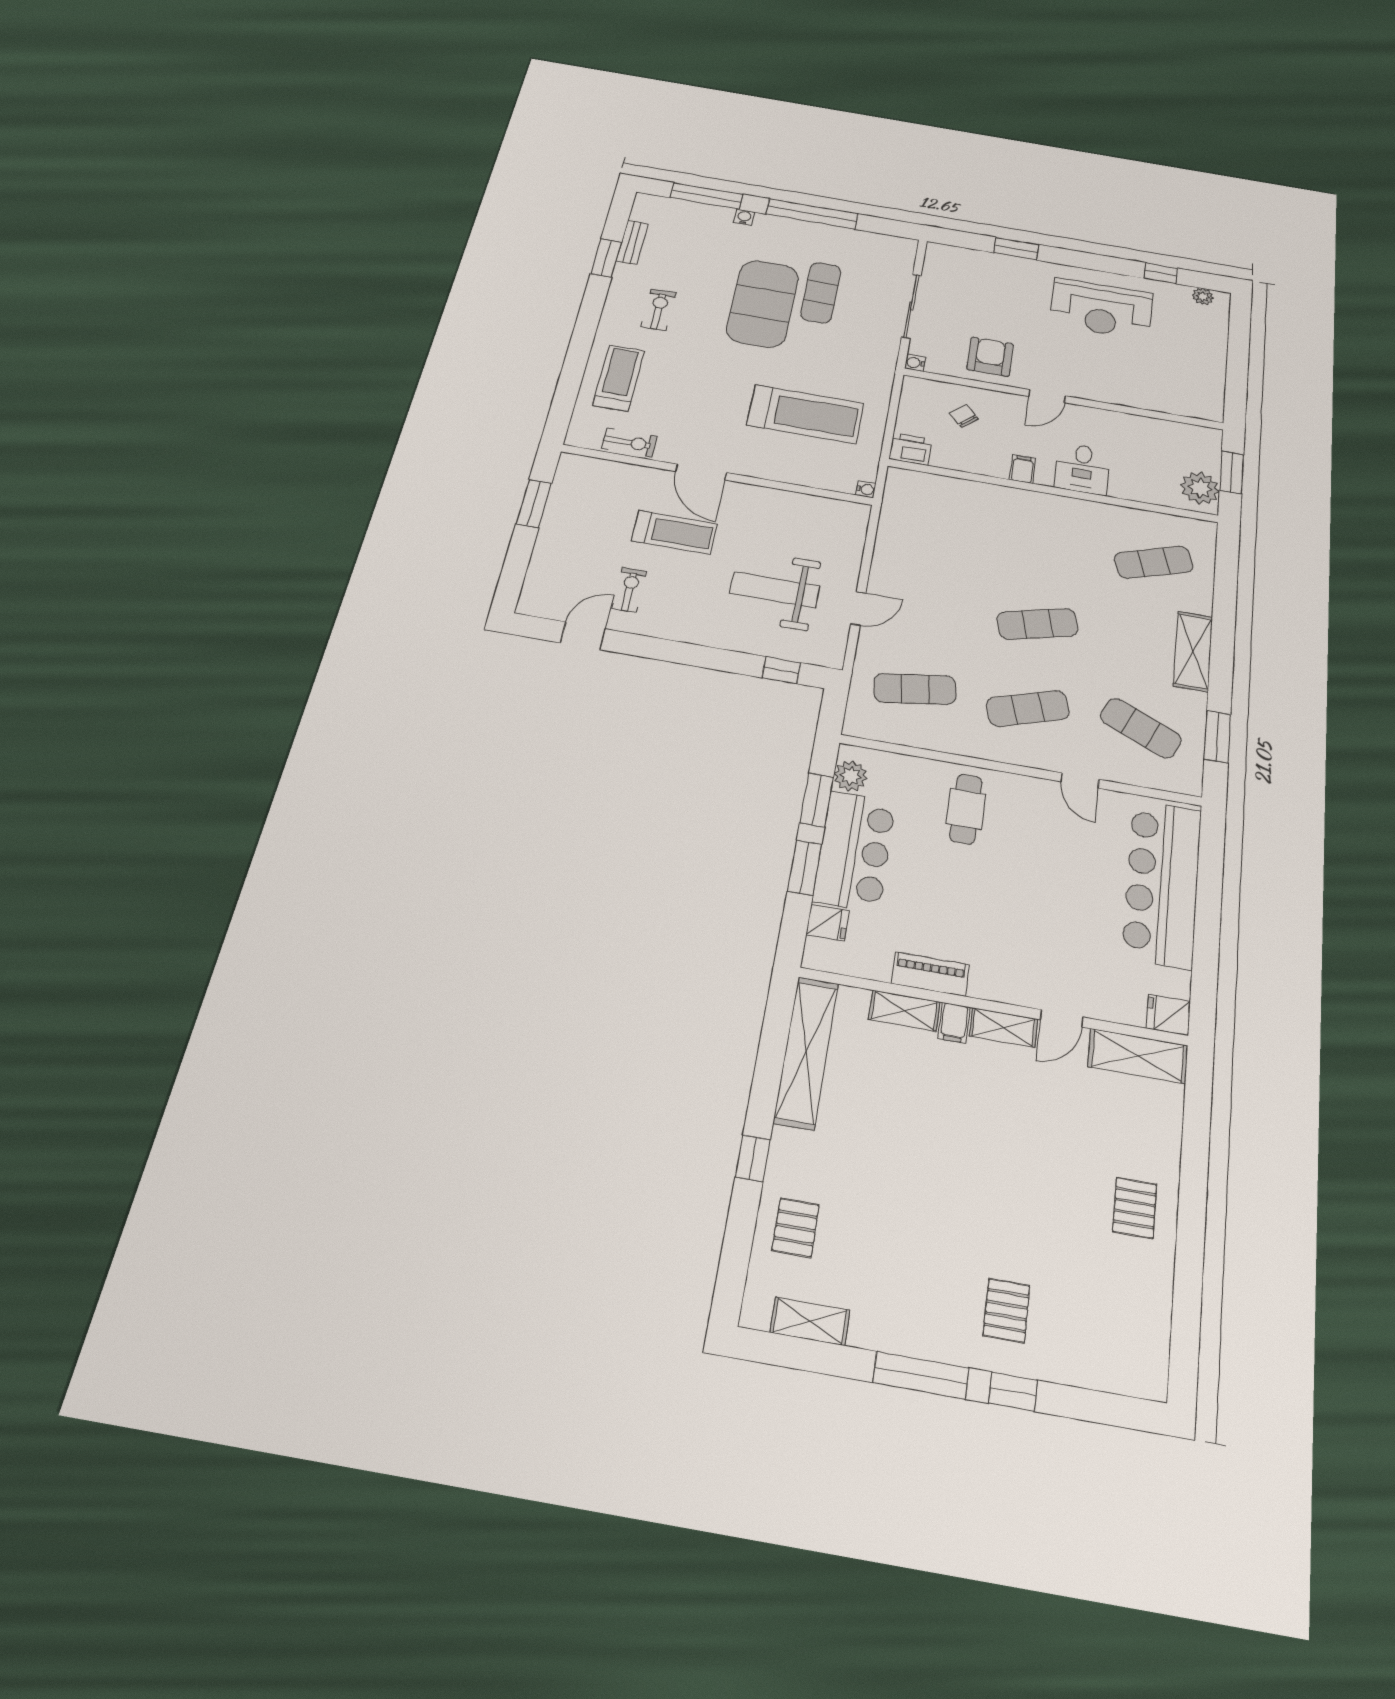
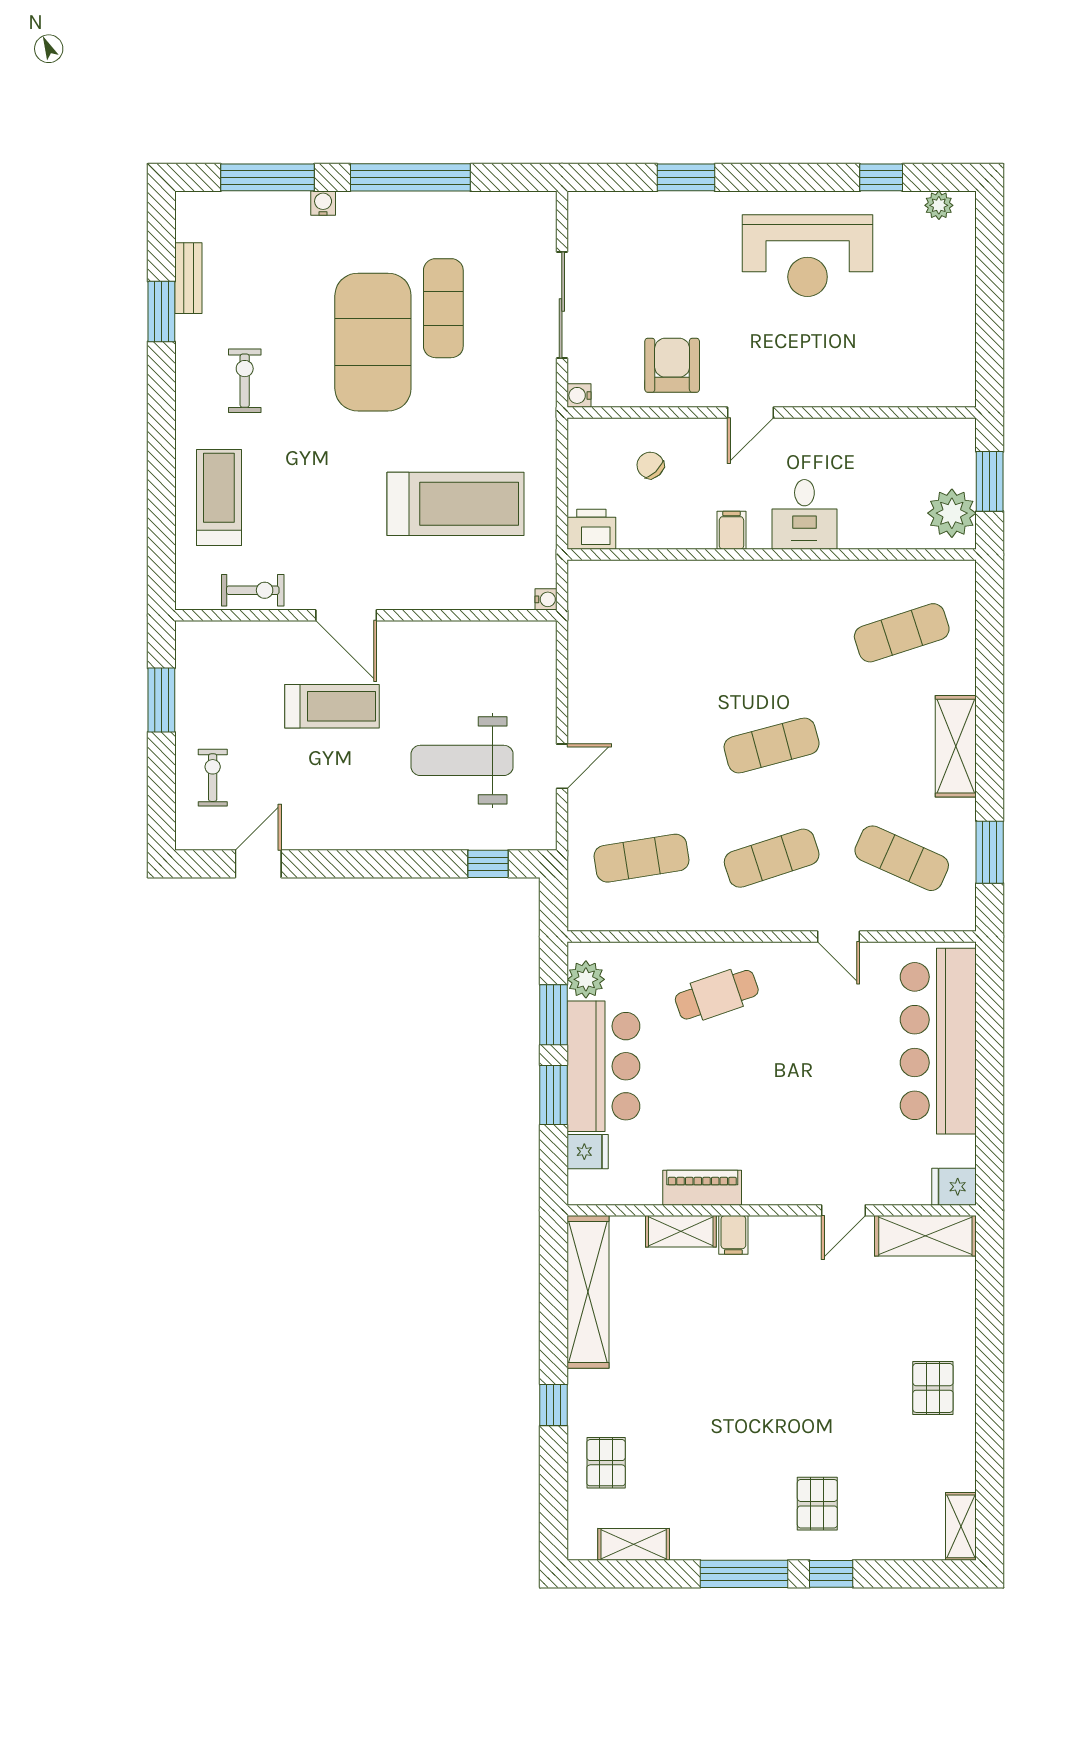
exercise bike: (629, 590) -> (213, 778), moved
cafe table: (966, 809) -> (717, 995), turned 71
shelving: (1004, 1028) -> (961, 1526), moved, turned 90

